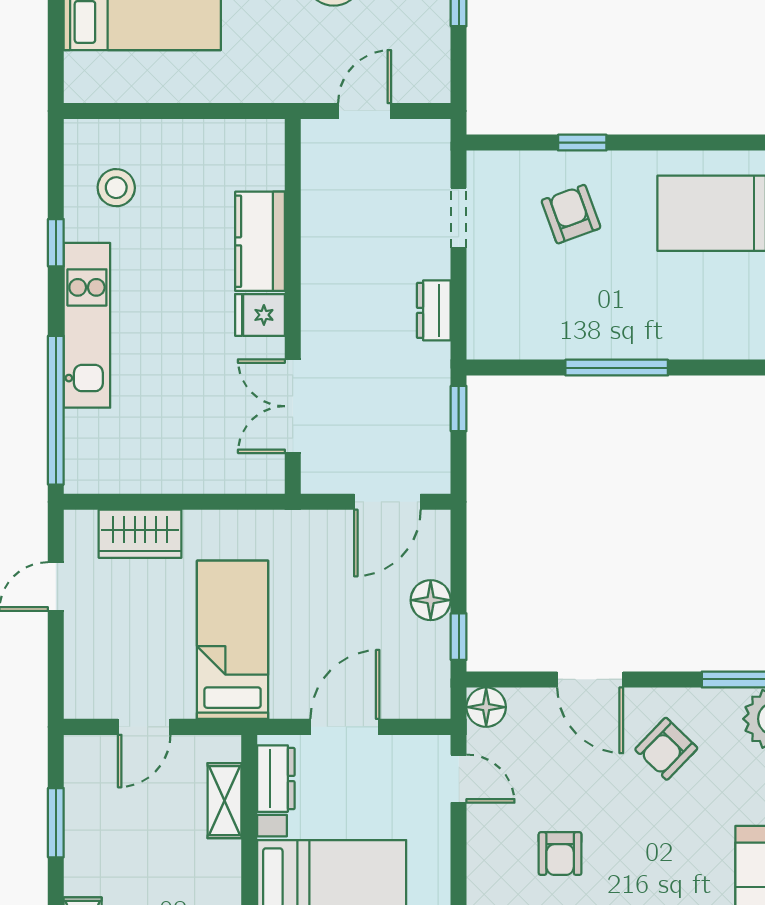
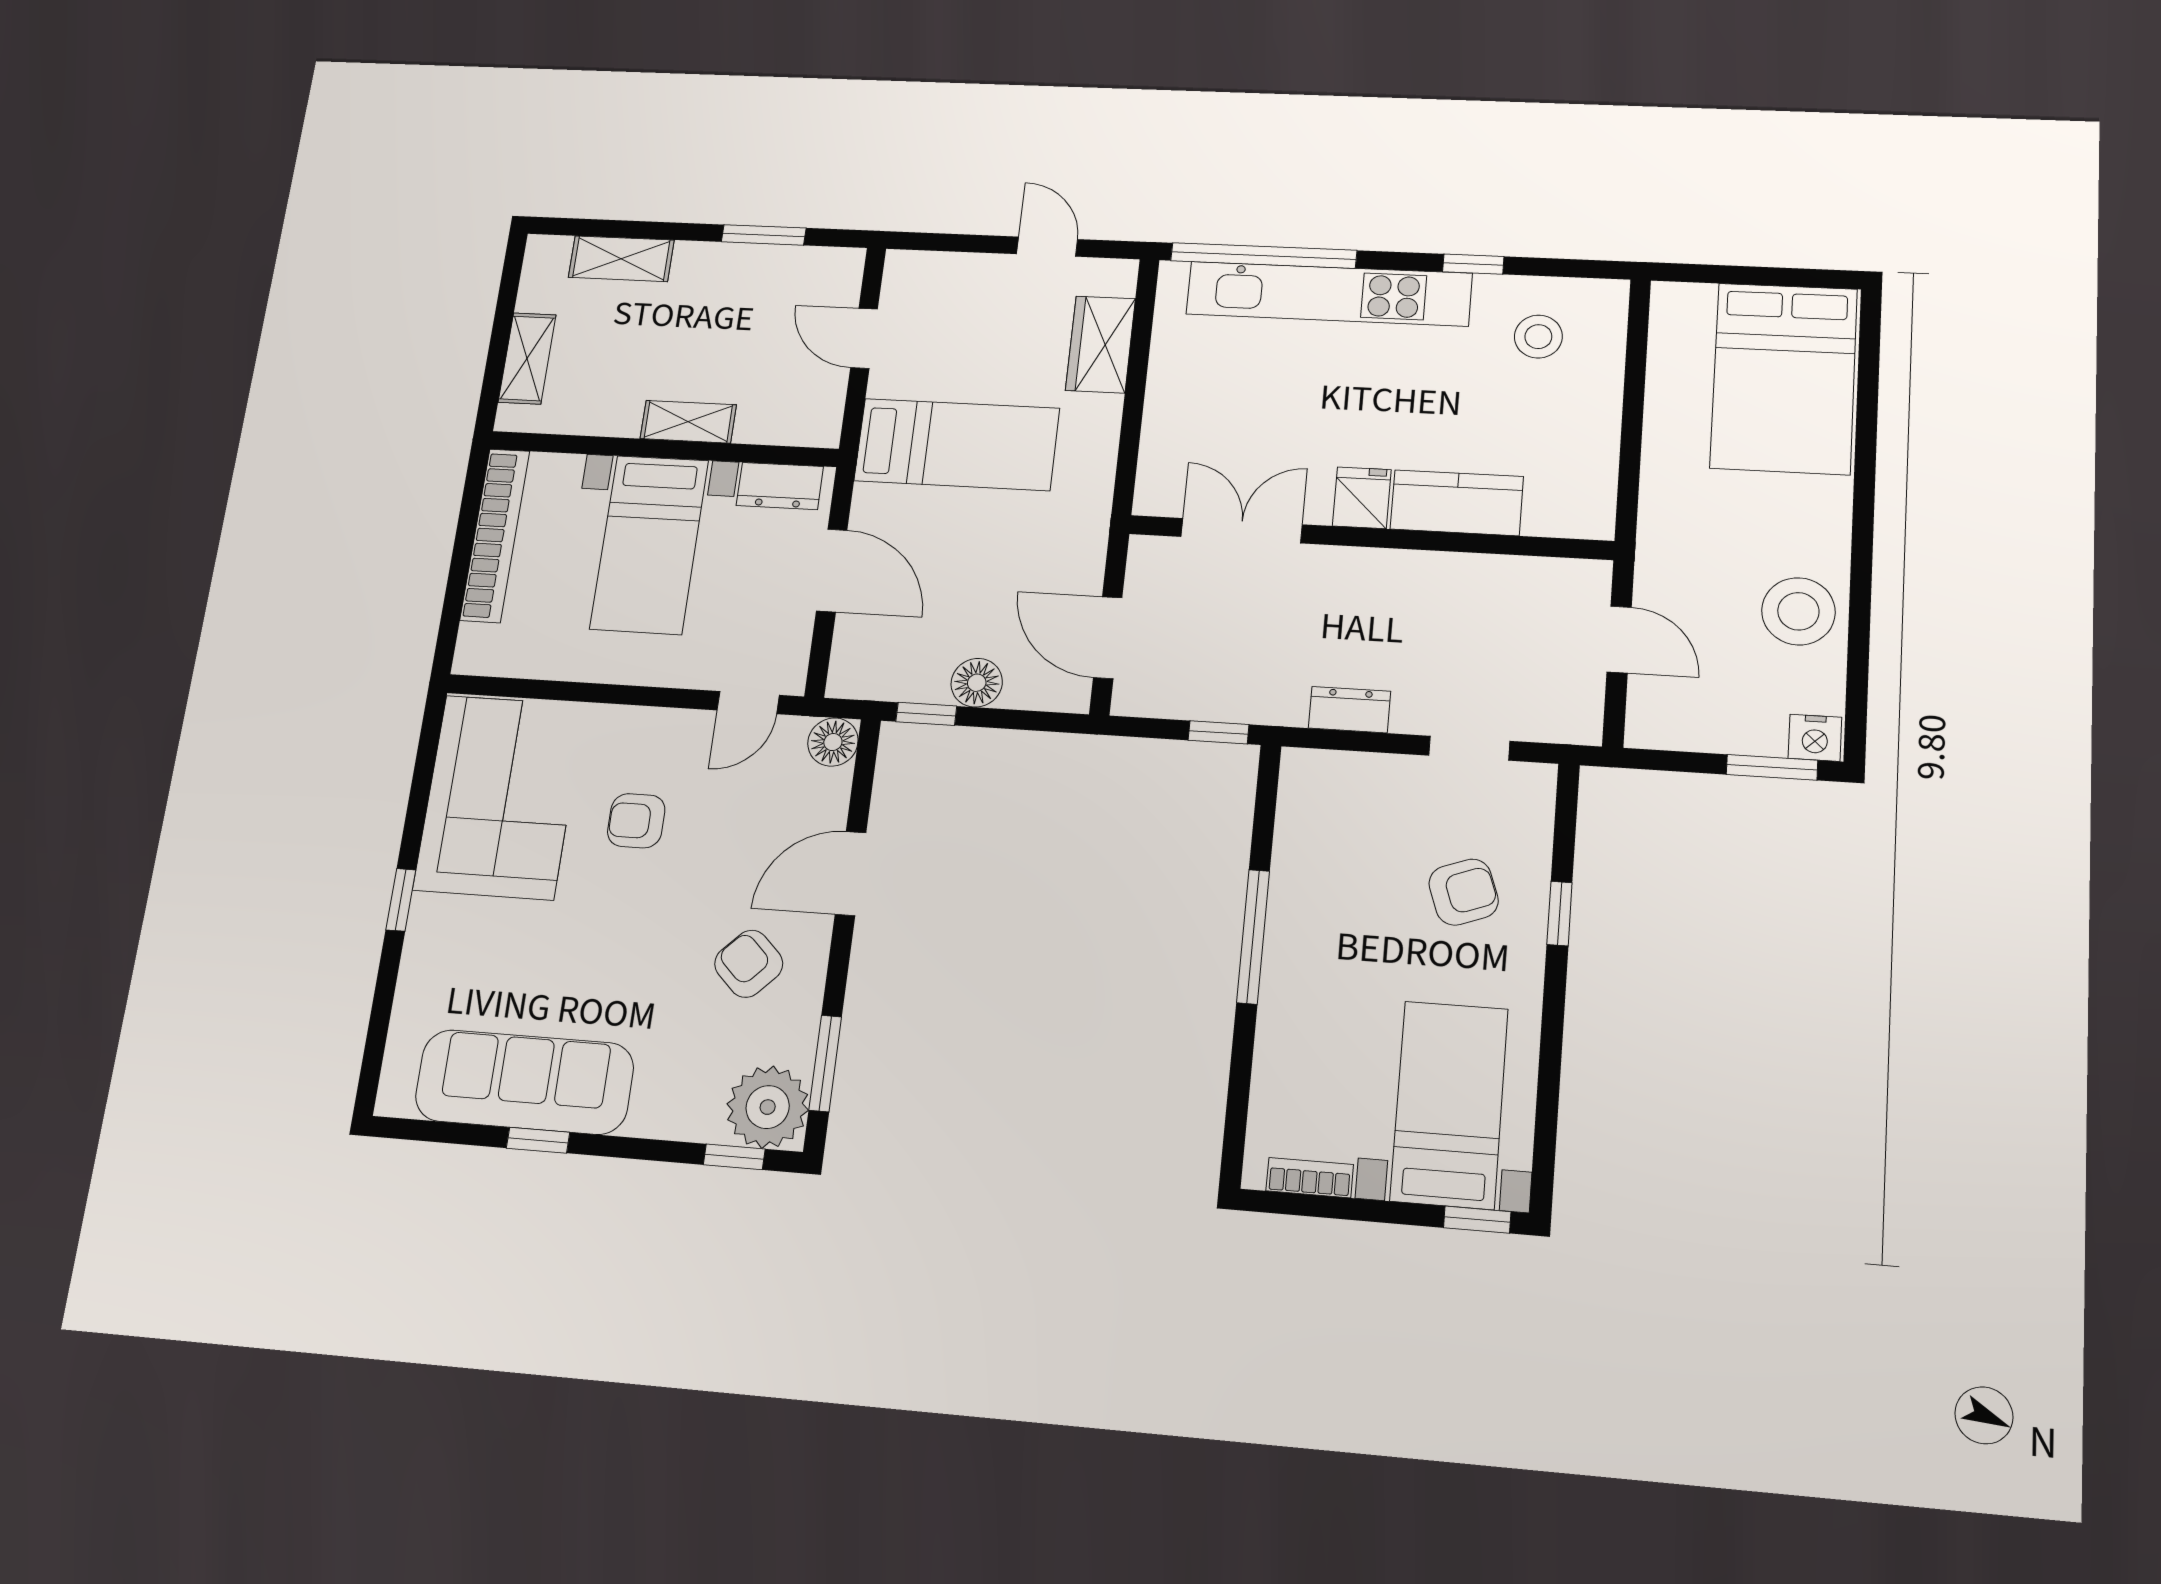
kitchen unit: (87, 325) -> (1329, 294), width x1.36
shelving: (225, 801) -> (688, 422), moved

